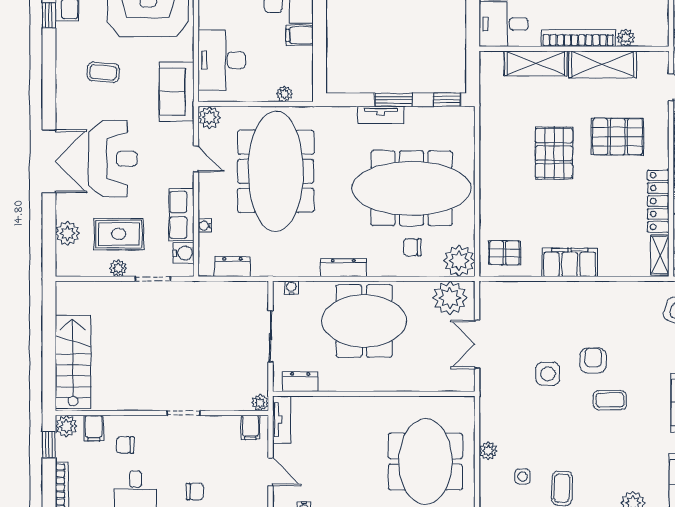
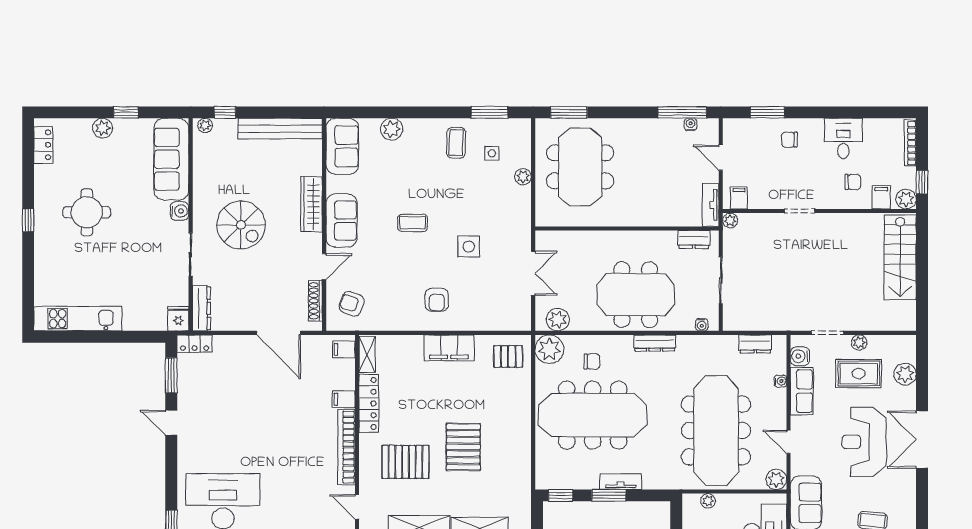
plant: (450, 298) -> (558, 320), width x0.73, depth x0.73
armchair: (593, 361) -> (437, 300), moved

